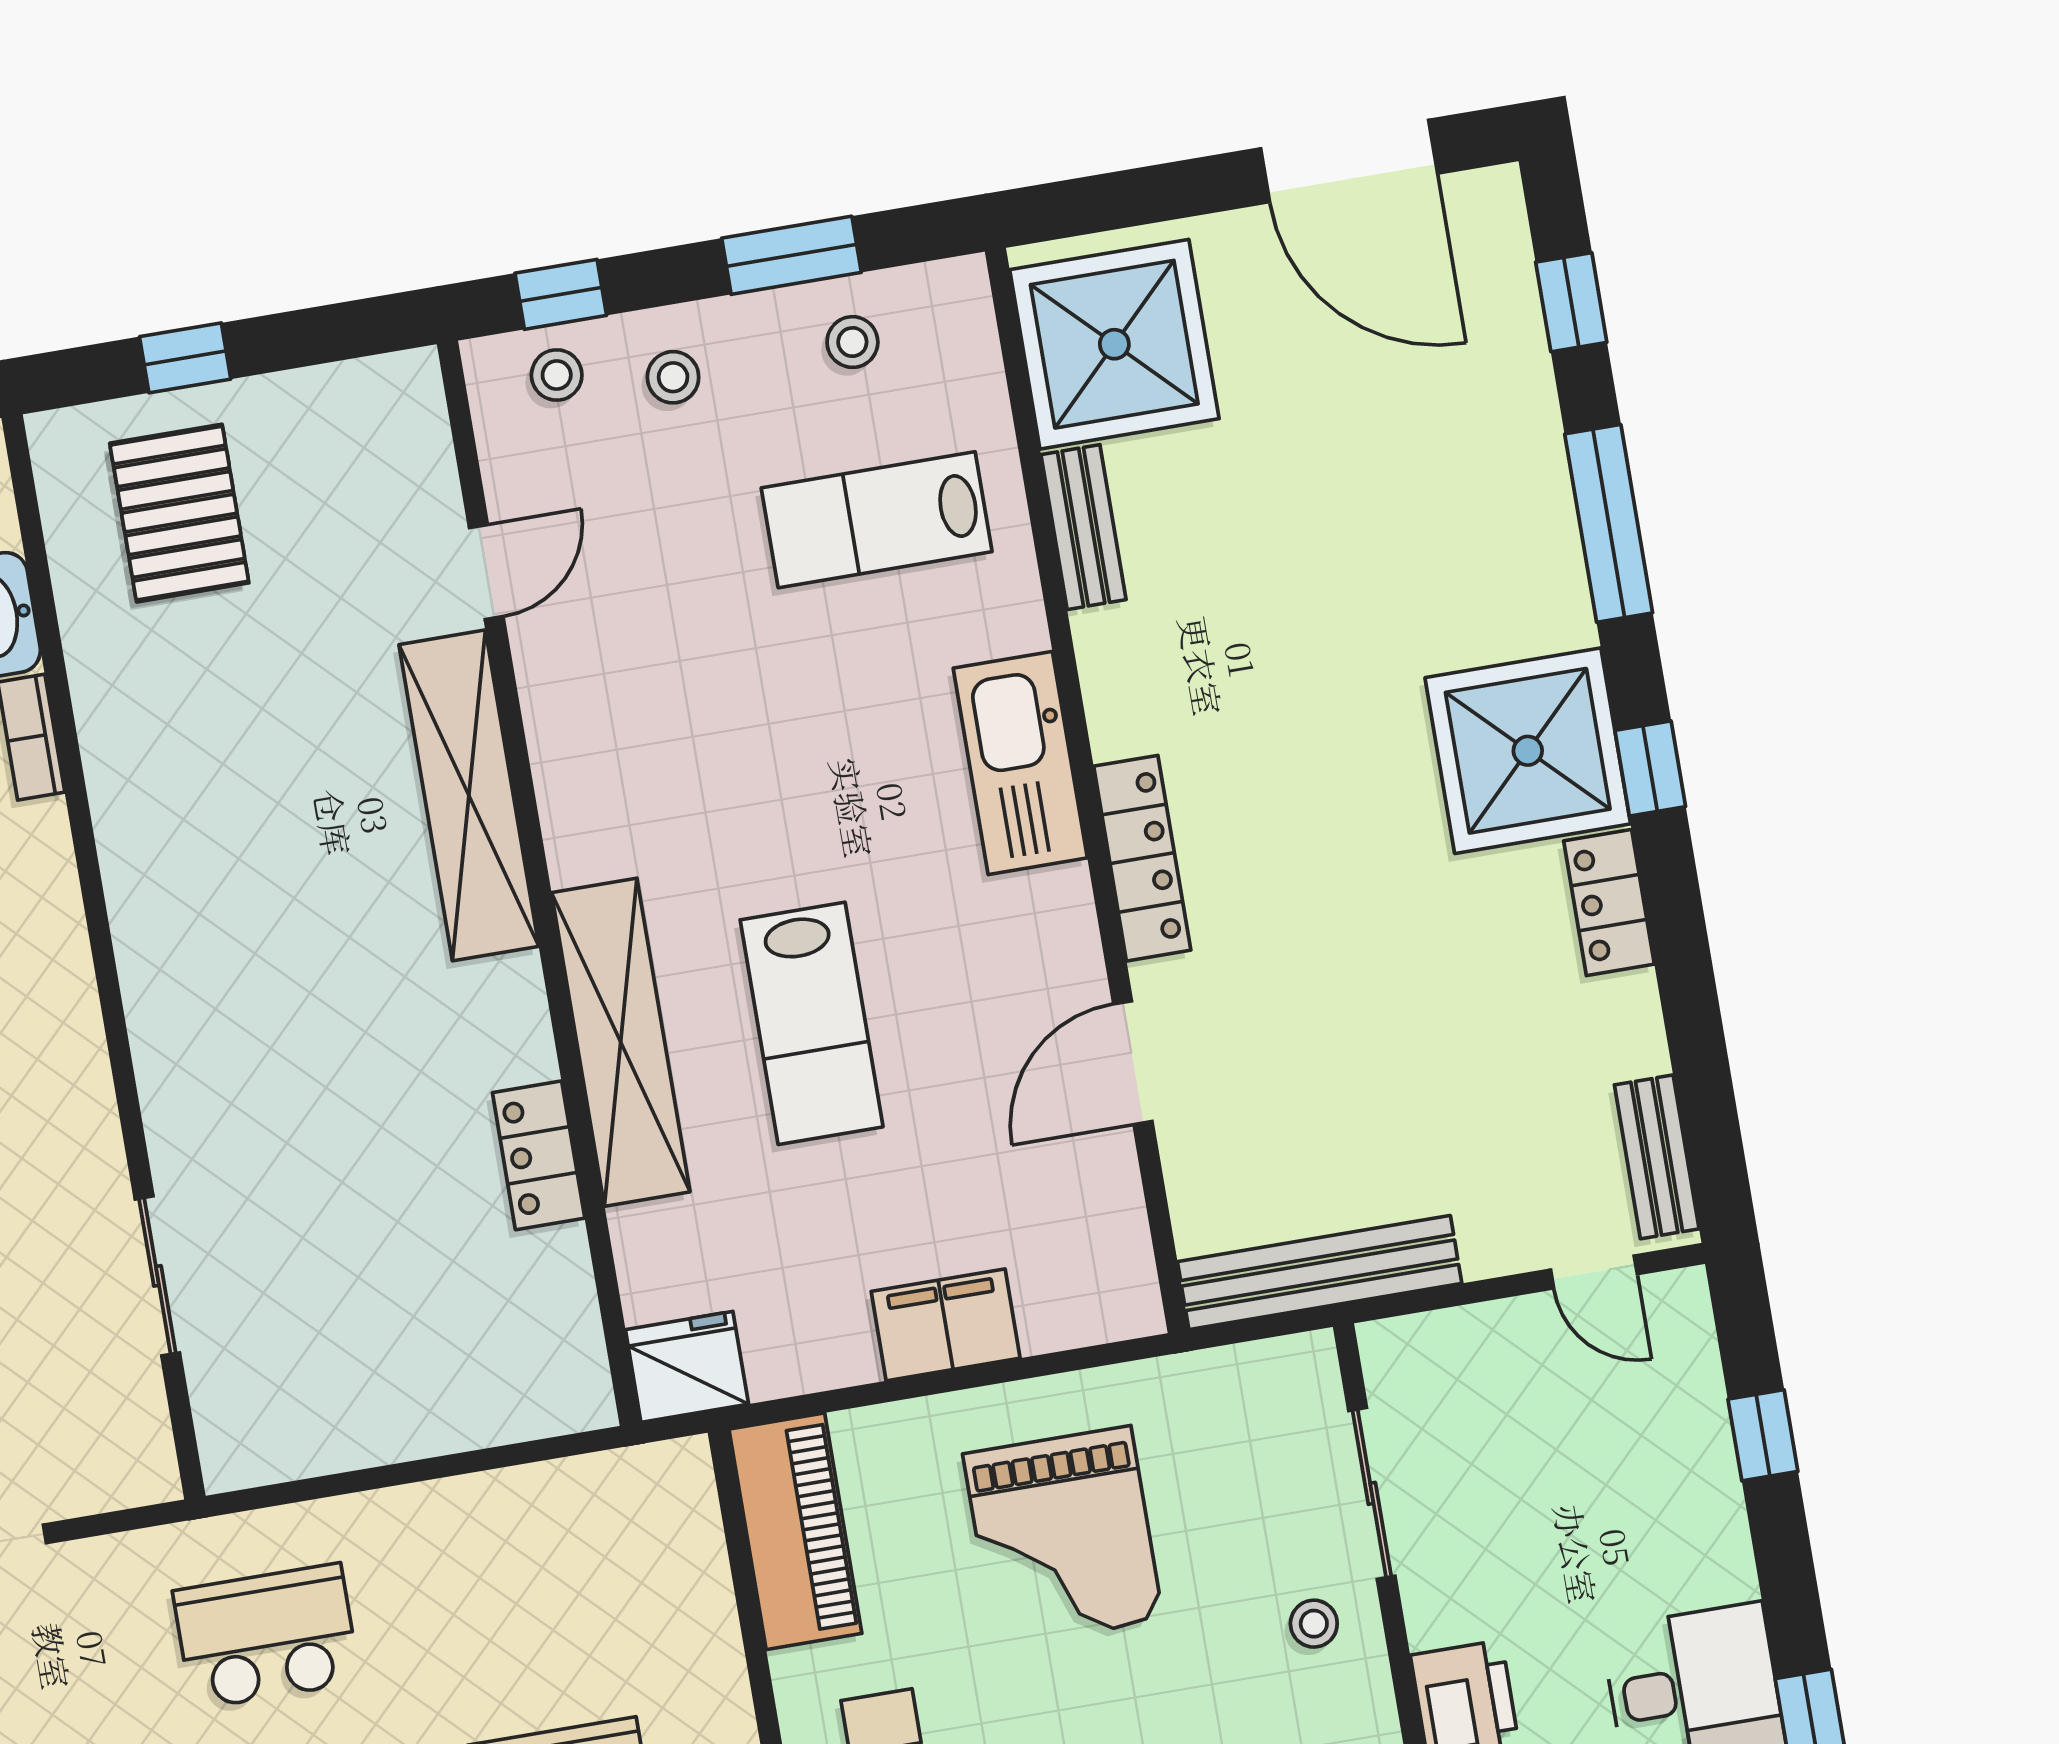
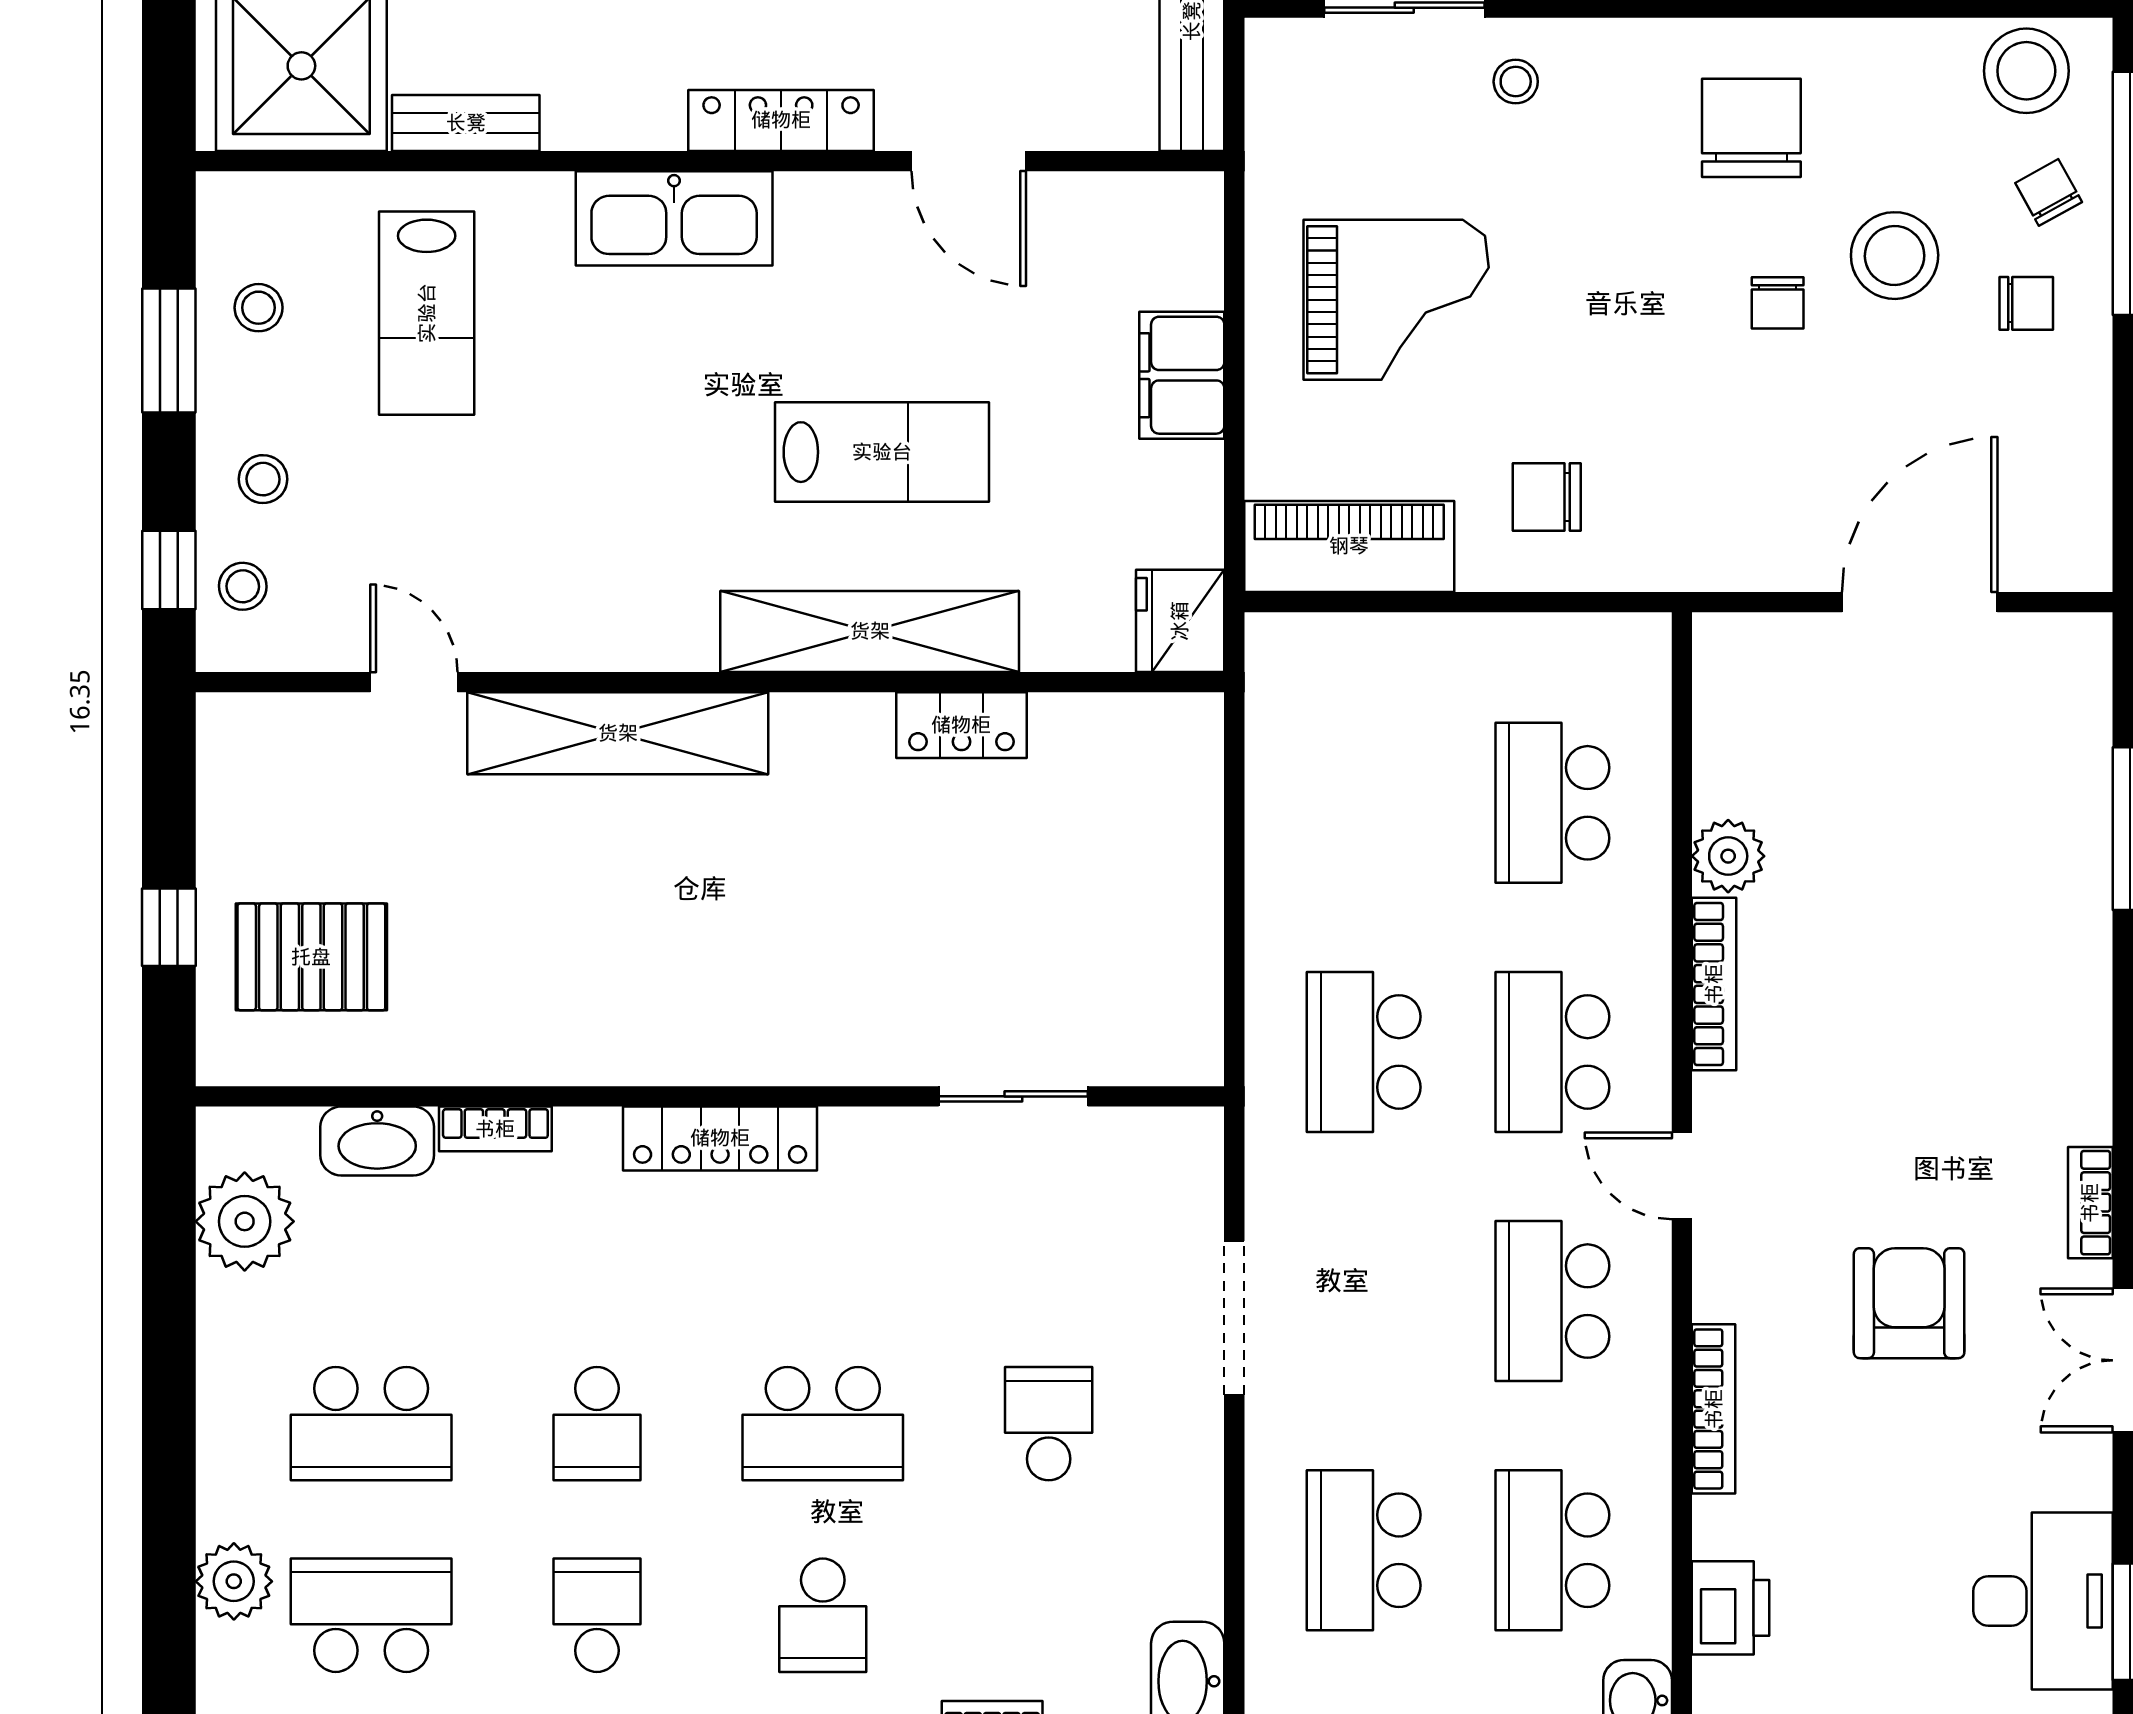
locker: (61, 975) -> (720, 1138), added

